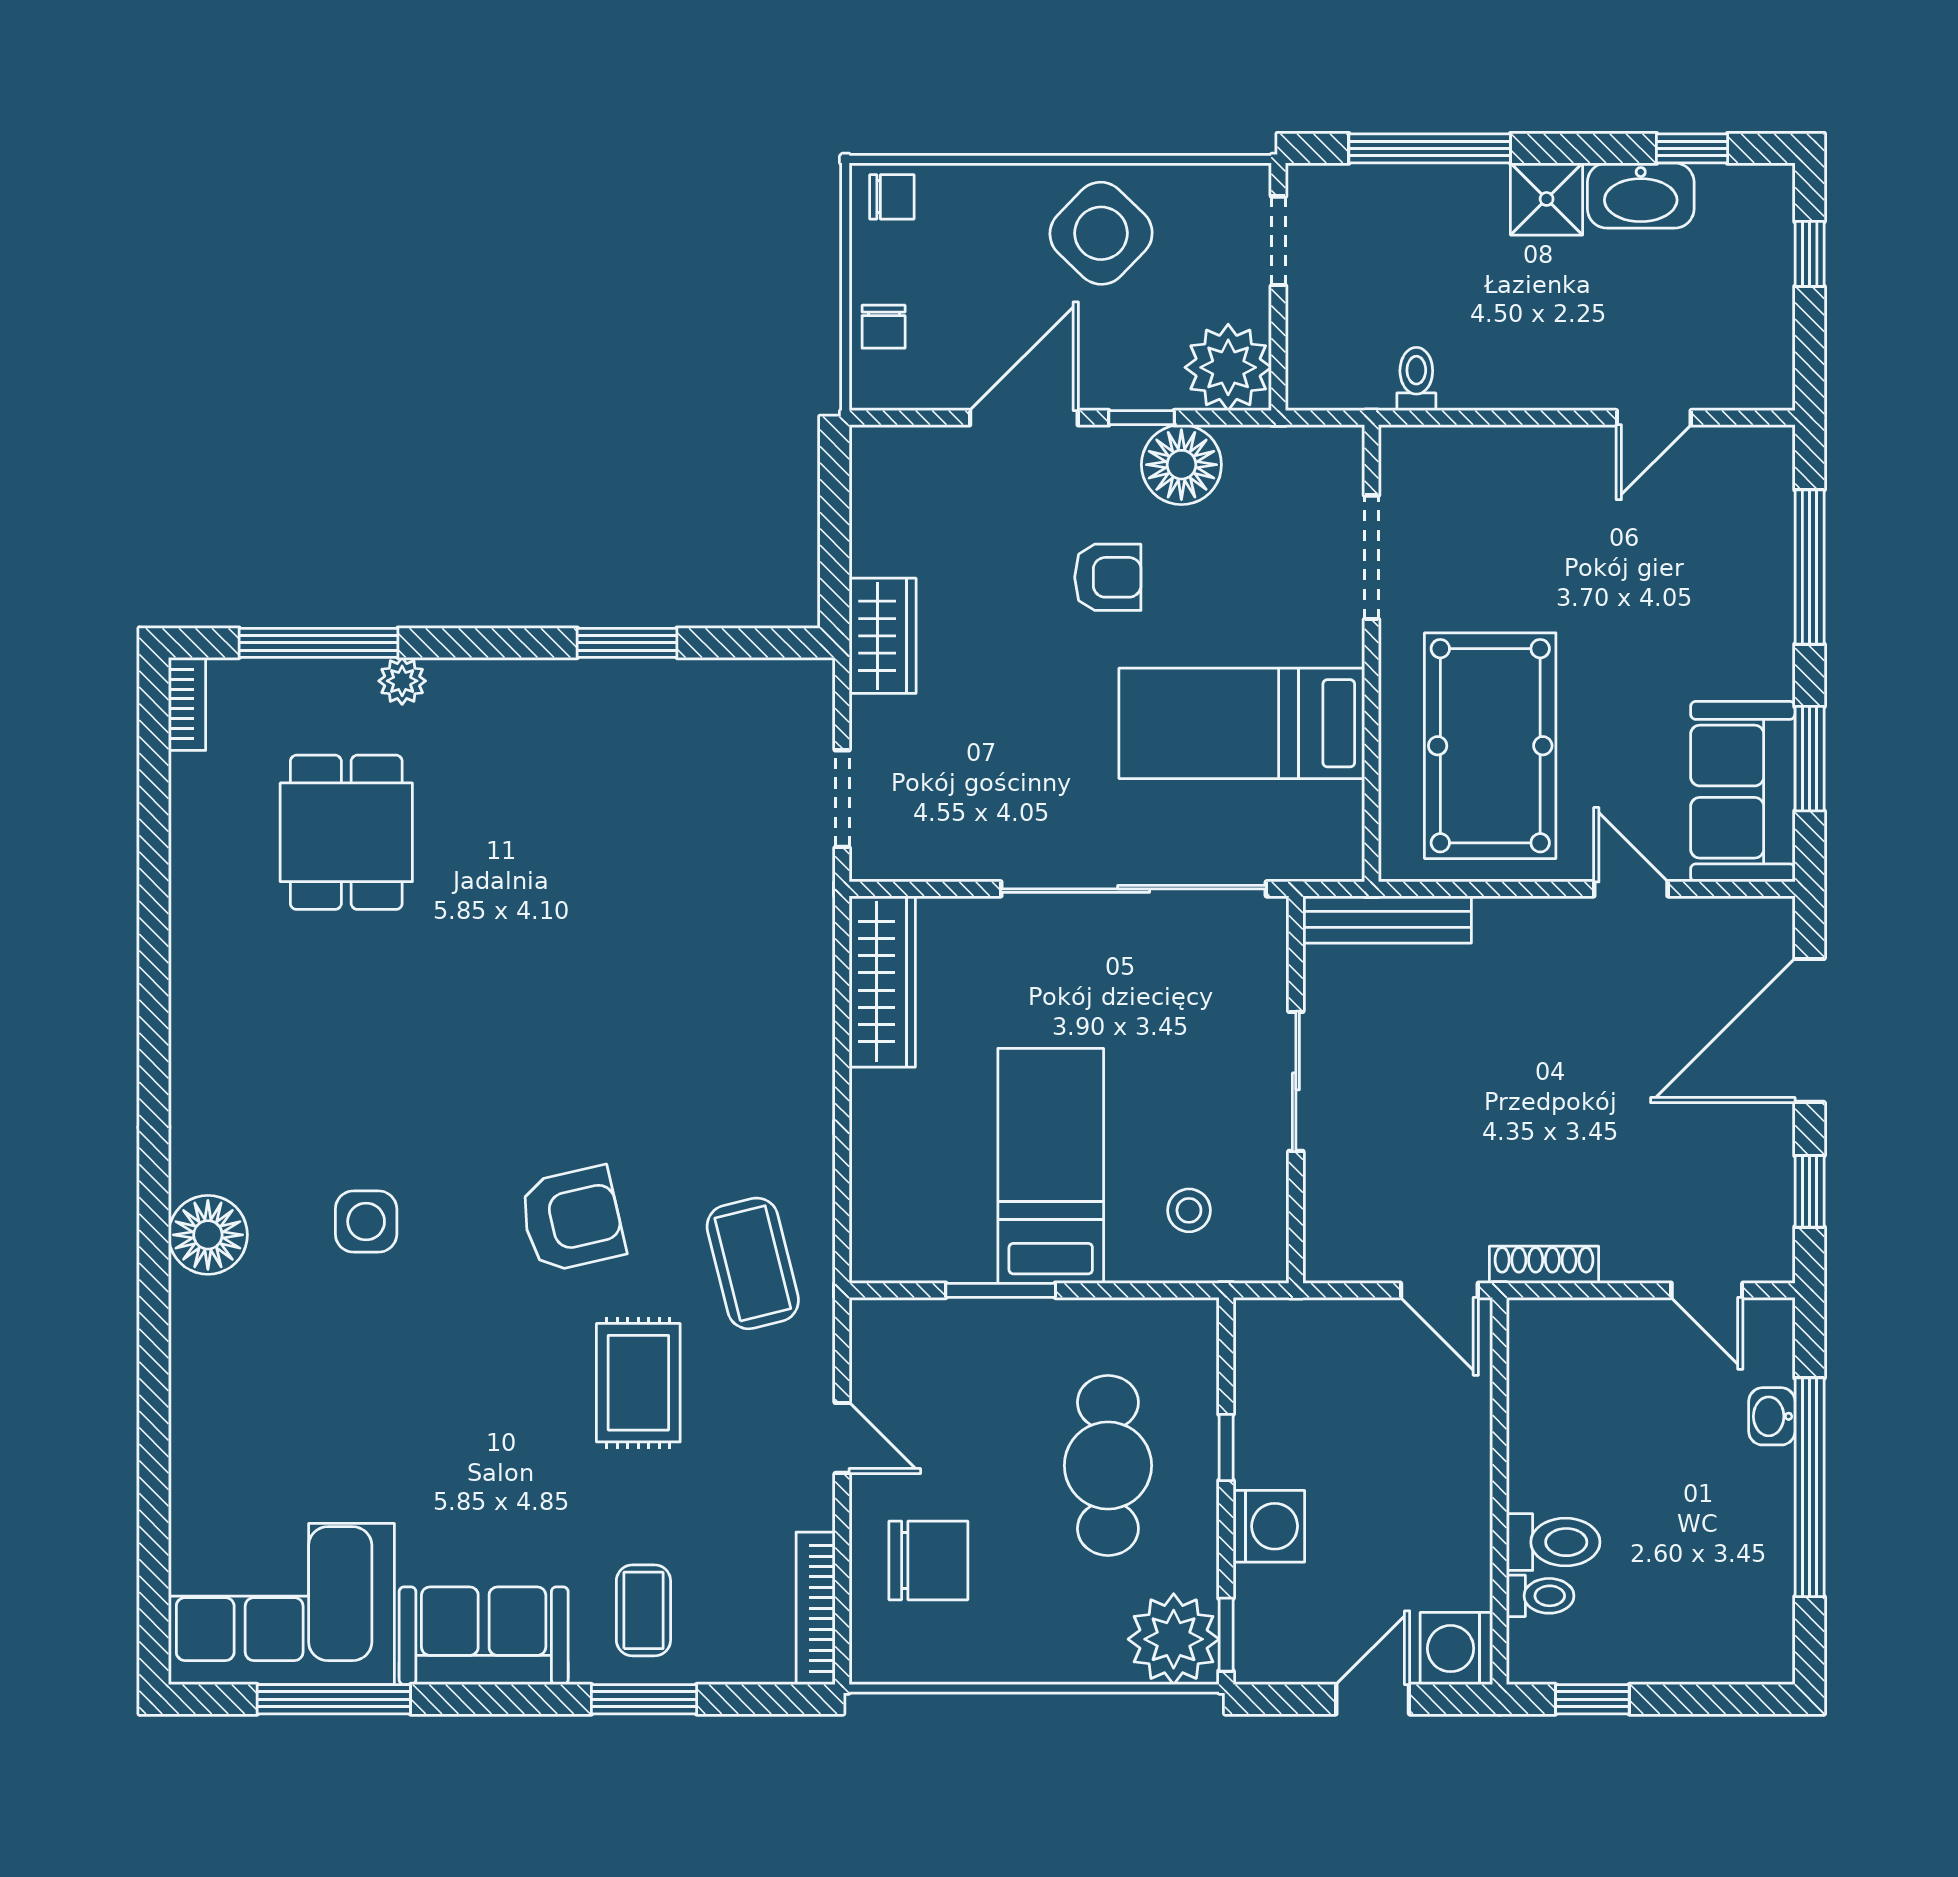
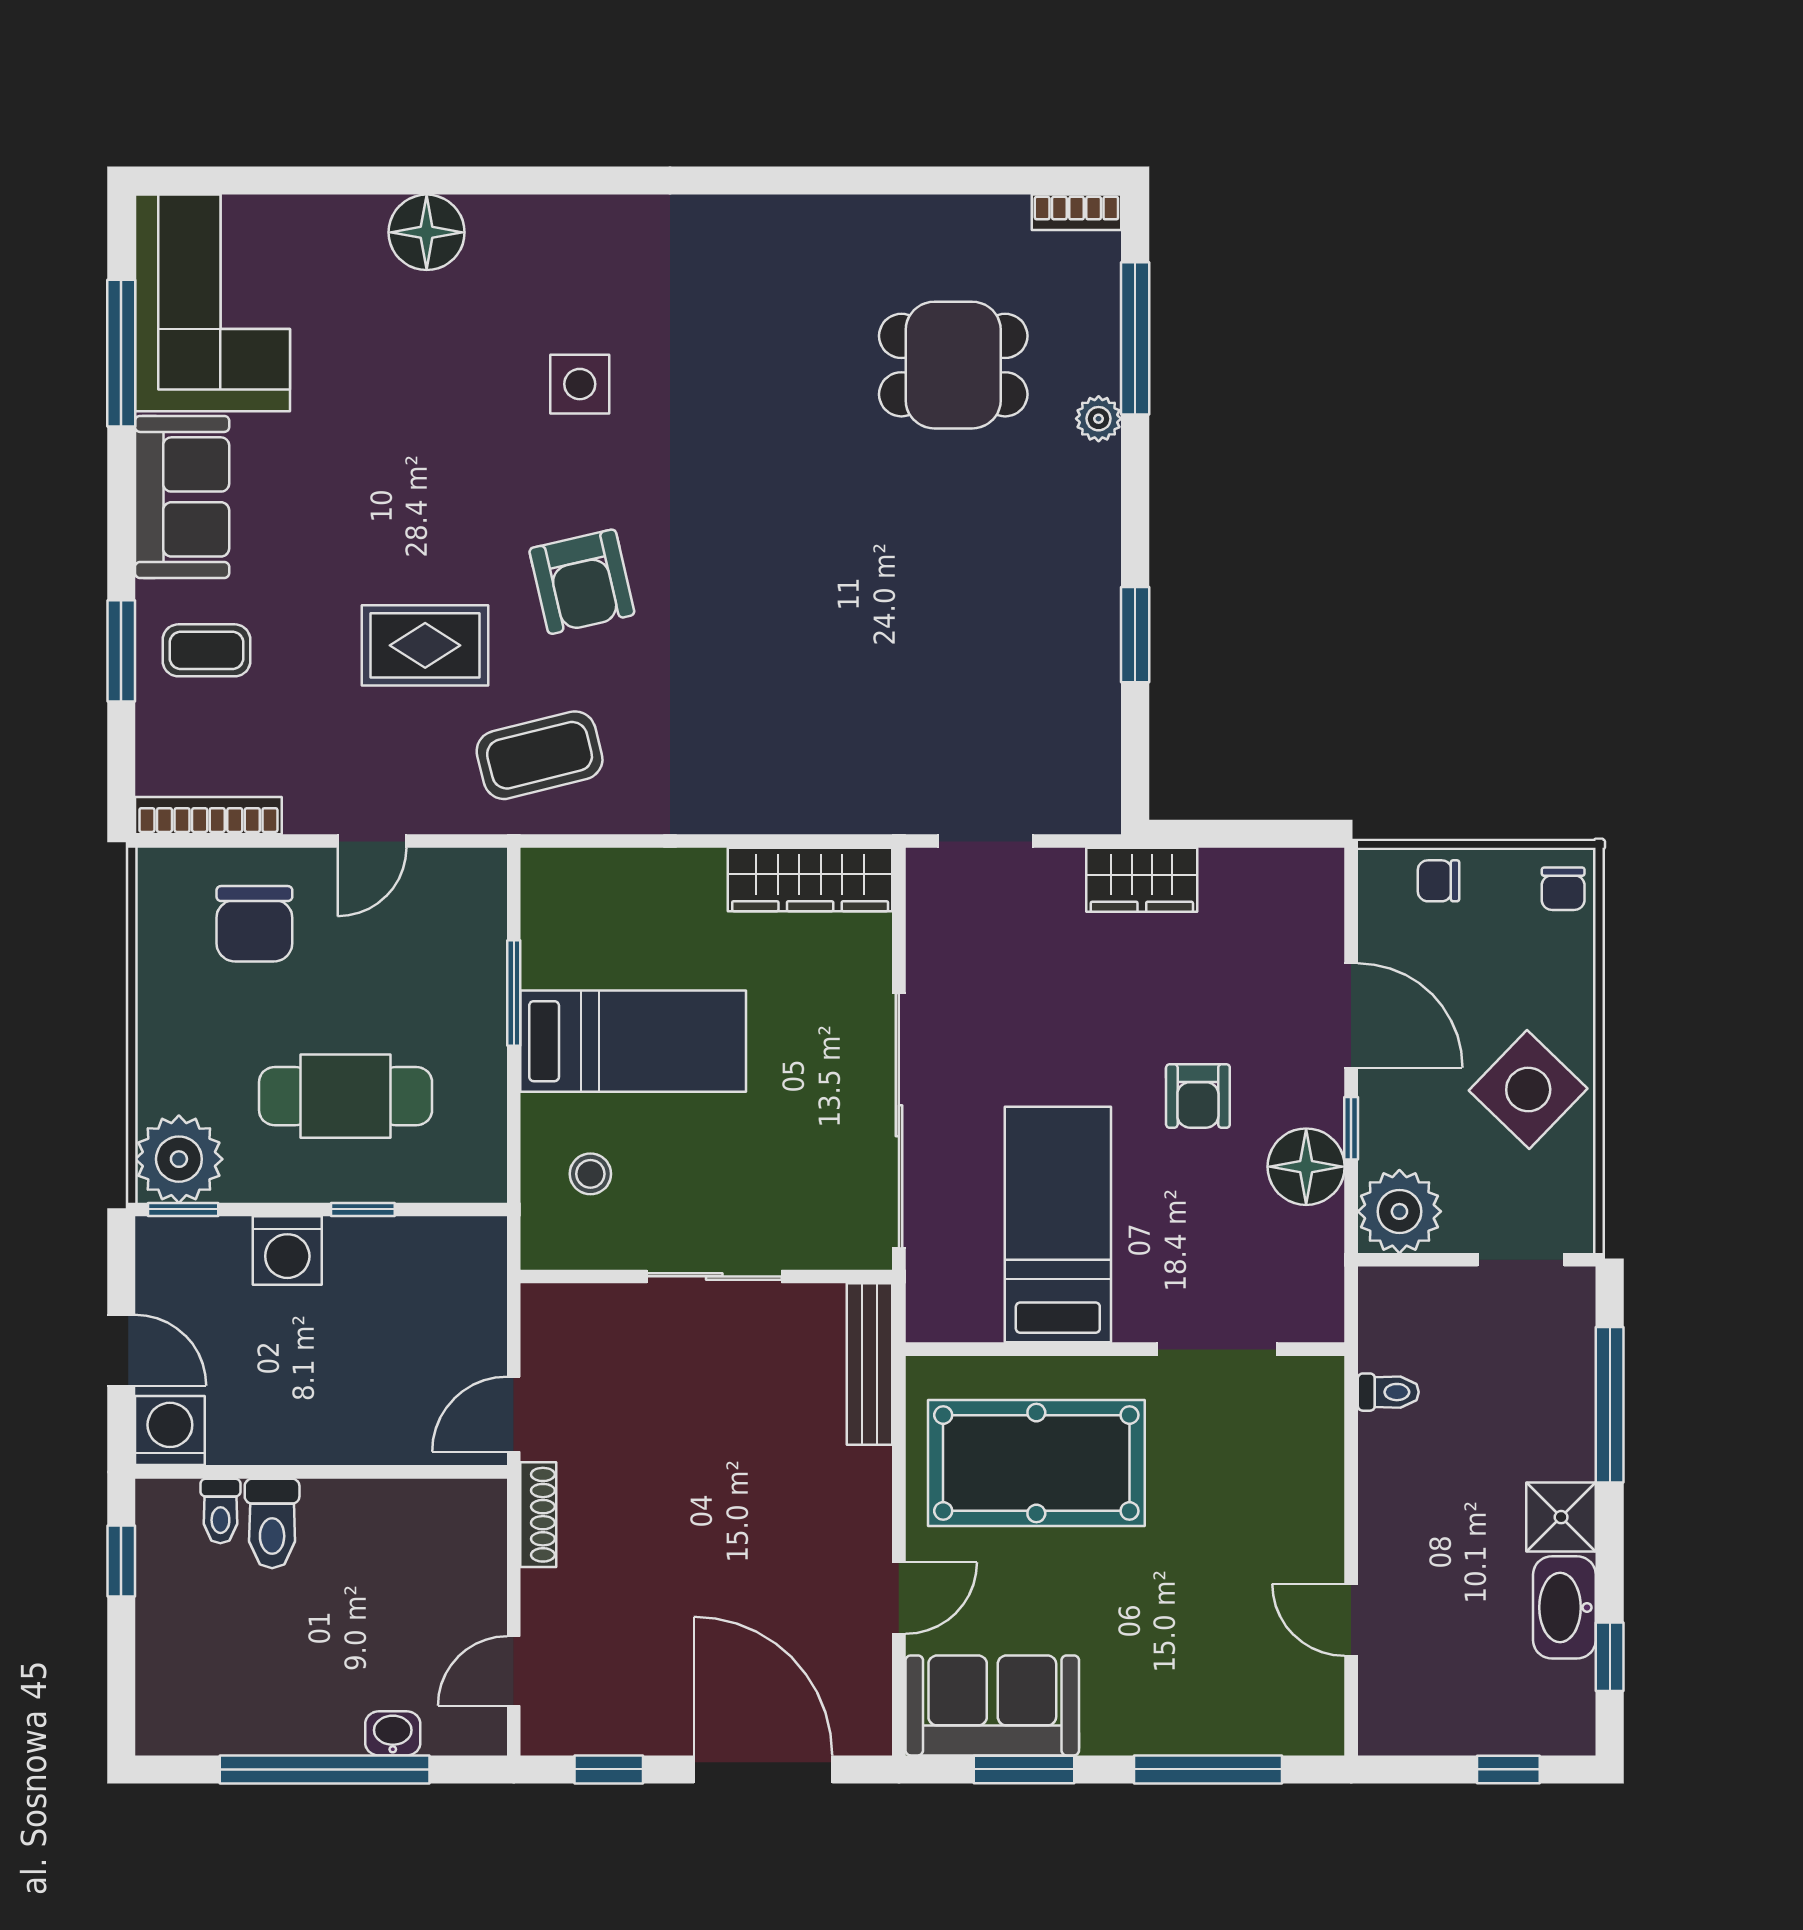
floor lamp: (208, 1235) -> (427, 232), moved

